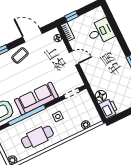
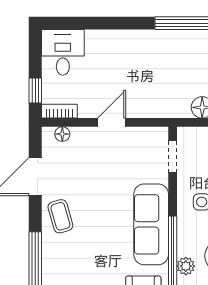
desk: (101, 32) -> (63, 52), moved
plant: (25, 124) -> (186, 266), added

